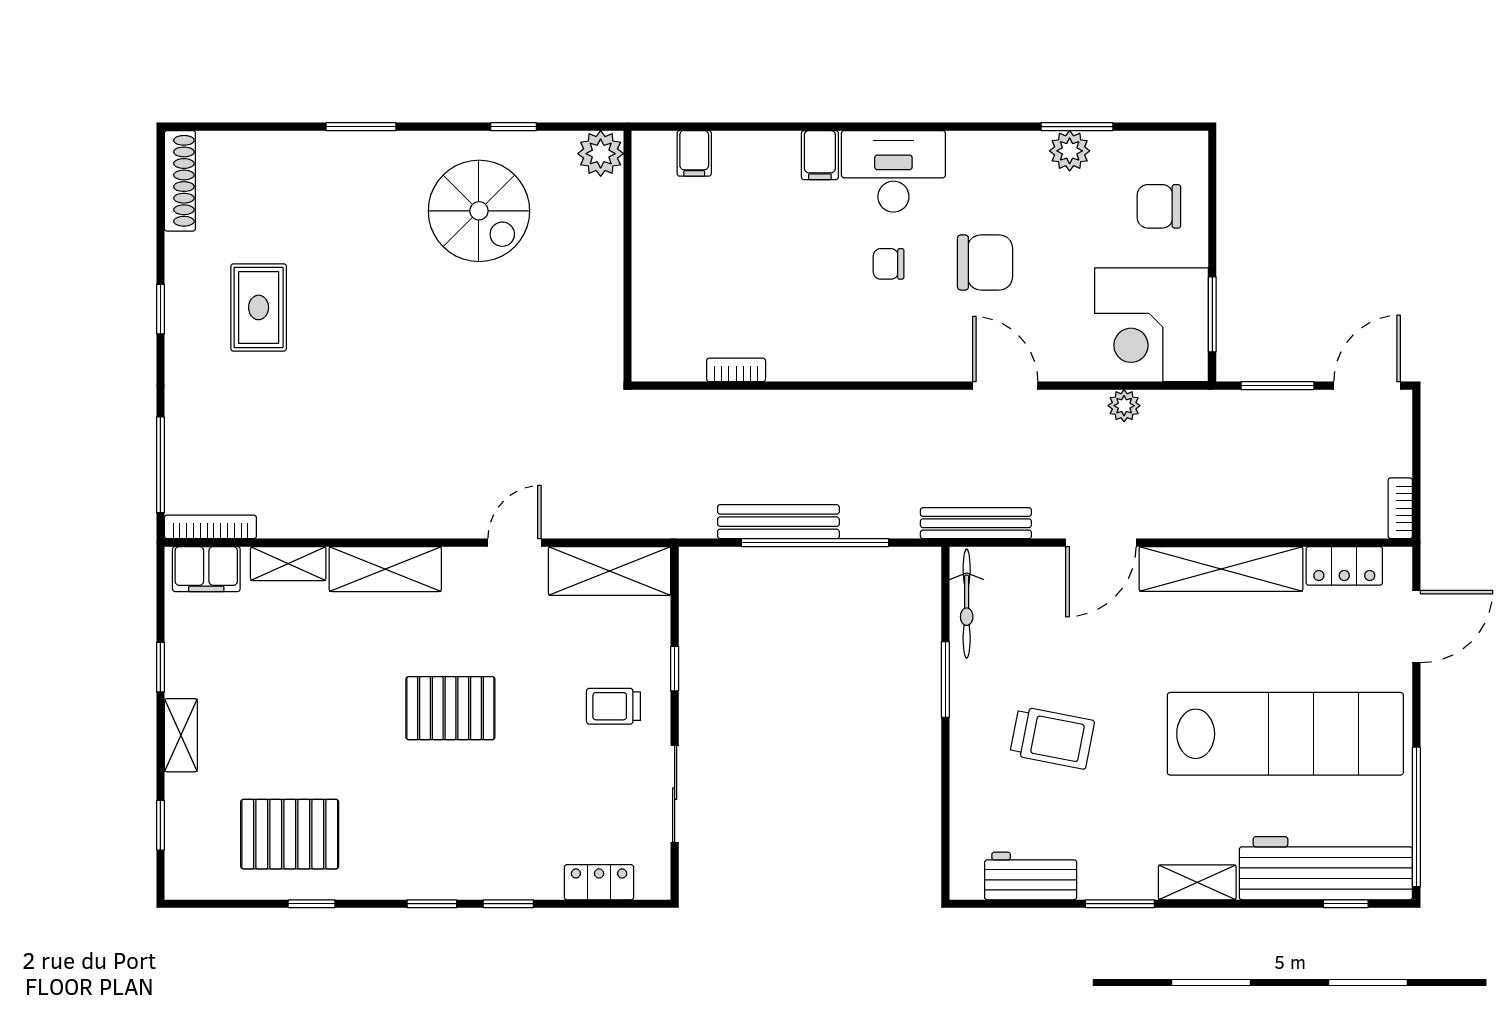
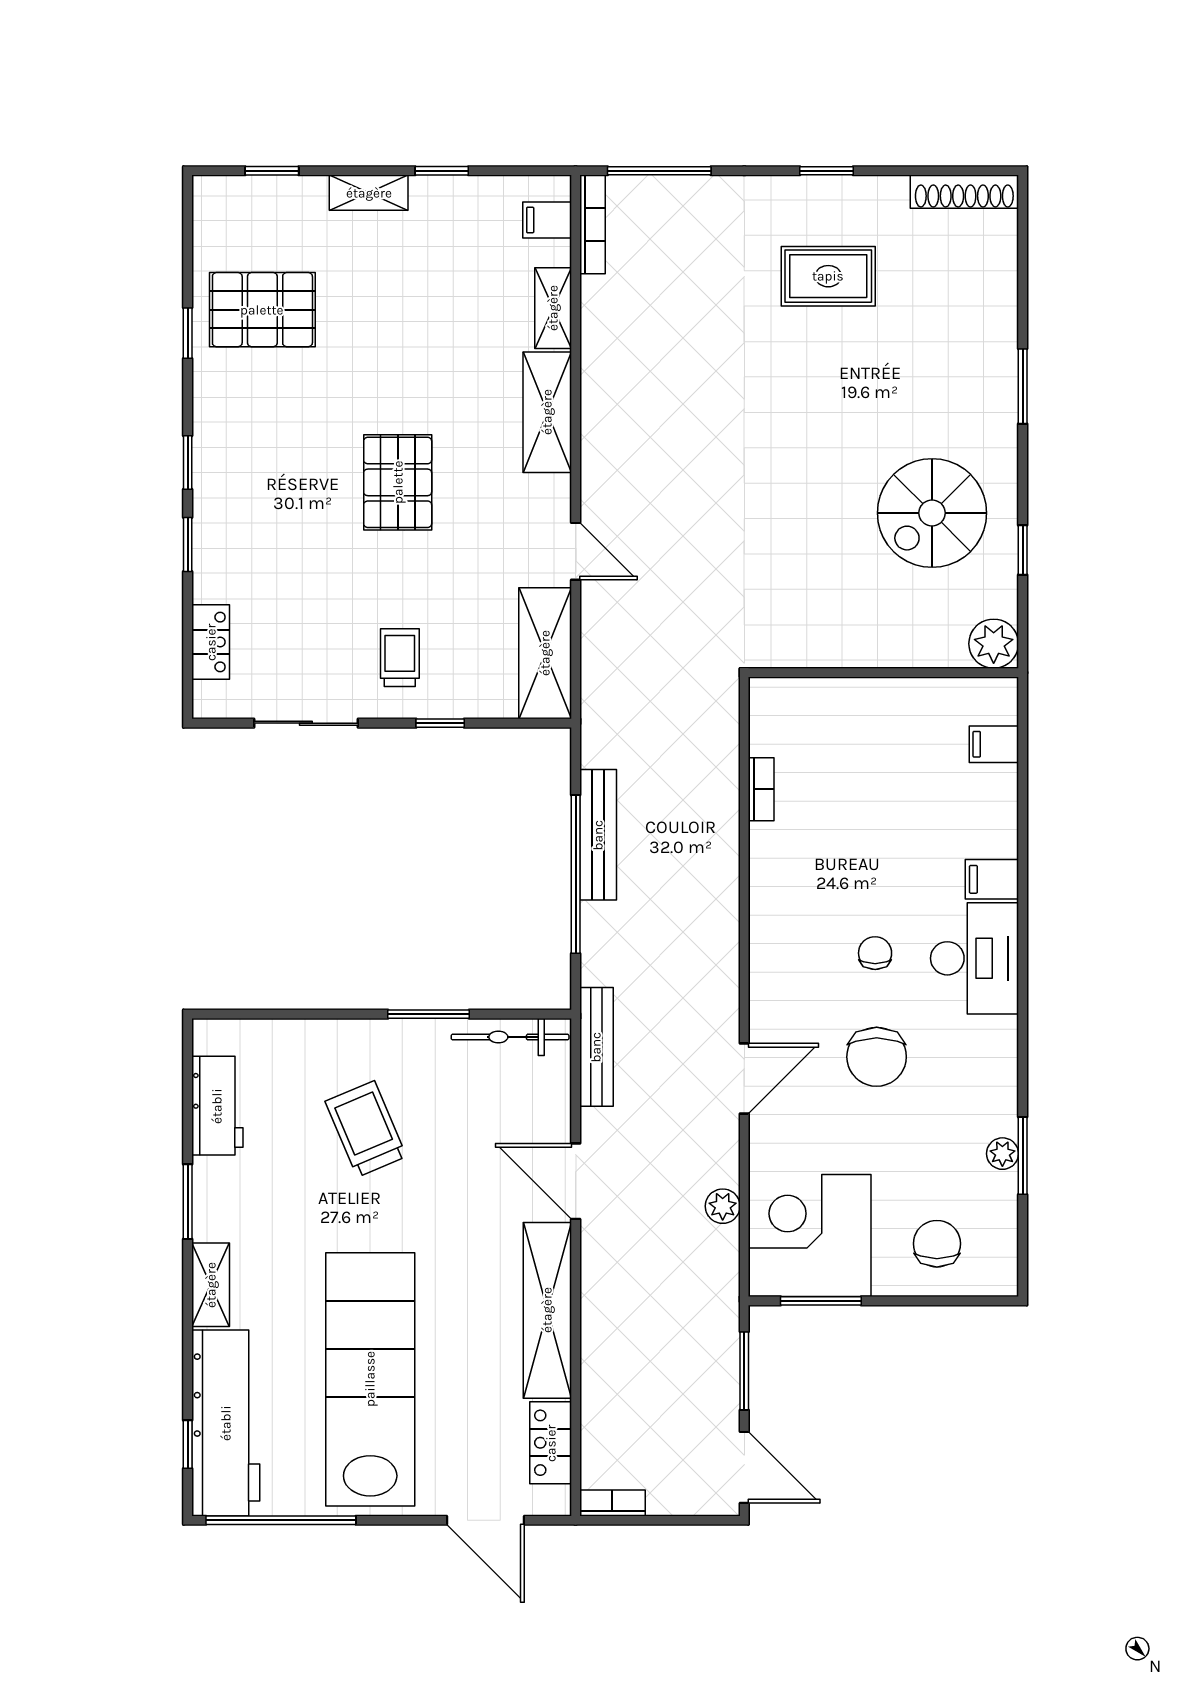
plant: (1070, 151) -> (1002, 1154), width x0.73, depth x0.73
filing cabinet: (206, 569) -> (547, 220), width x0.50
lab bench: (1285, 734) -> (370, 1379), turned 180
trolley: (1052, 738) -> (366, 1129), turned 146
pallet: (290, 834) -> (262, 310), turned 90

